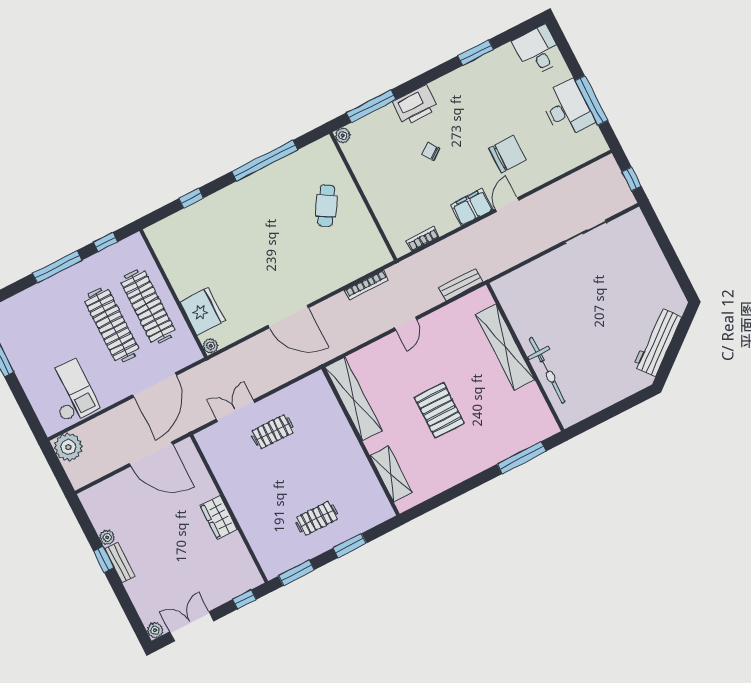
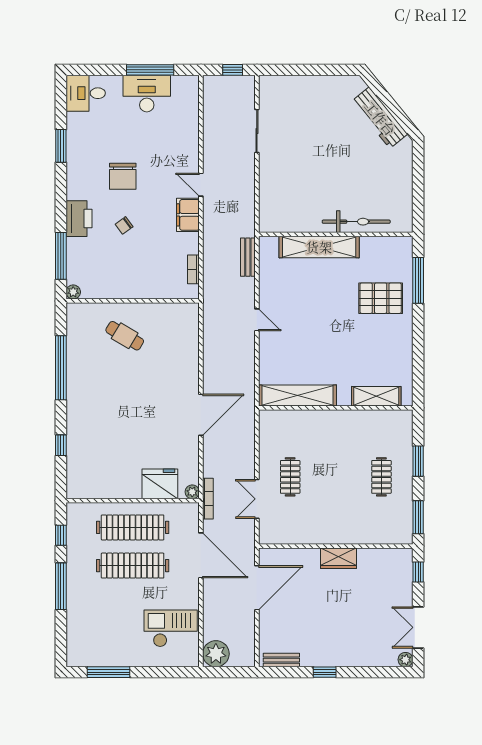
chair: (507, 154) -> (123, 176), moved, turned 180
bookcase: (367, 285) -> (208, 499), moved
pallet: (439, 410) -> (381, 298), moved
plant: (107, 537) -> (308, 660), removed
bench: (120, 563) -> (281, 660), moved

